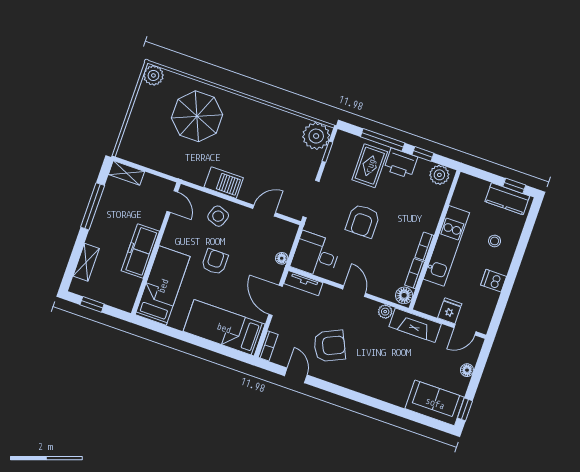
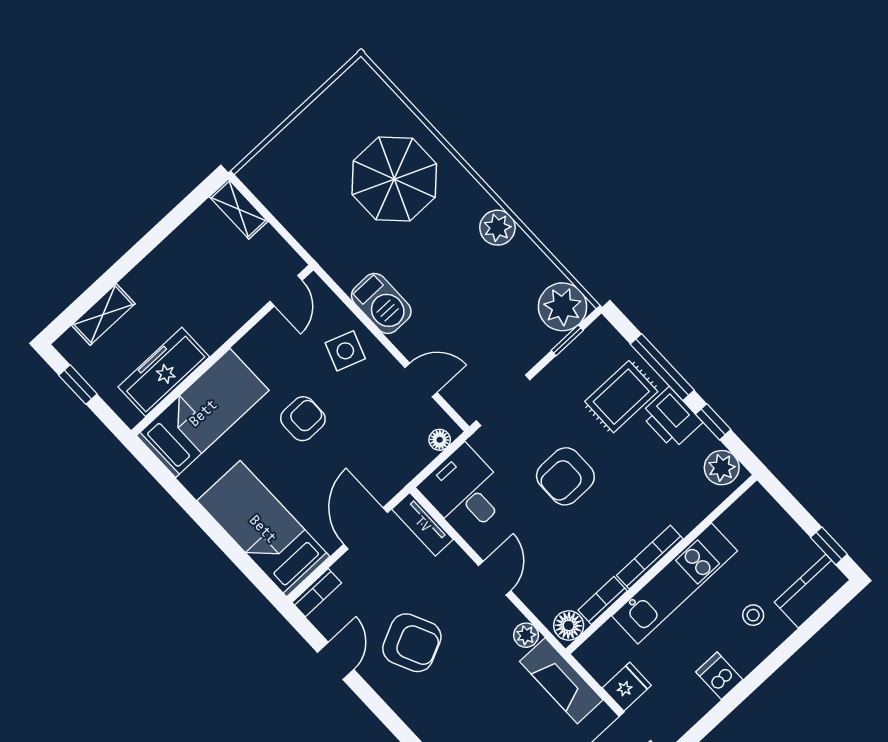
plant: (153, 75) -> (497, 228), moved
kitchen counter: (507, 199) -> (812, 591), moved, turned 90
window: (93, 206) -> (159, 233), removed
bookcase: (424, 246) -> (650, 557), width x1.56
freezer: (140, 251) -> (164, 372), moved
floor lamp: (282, 258) -> (440, 440), moved

